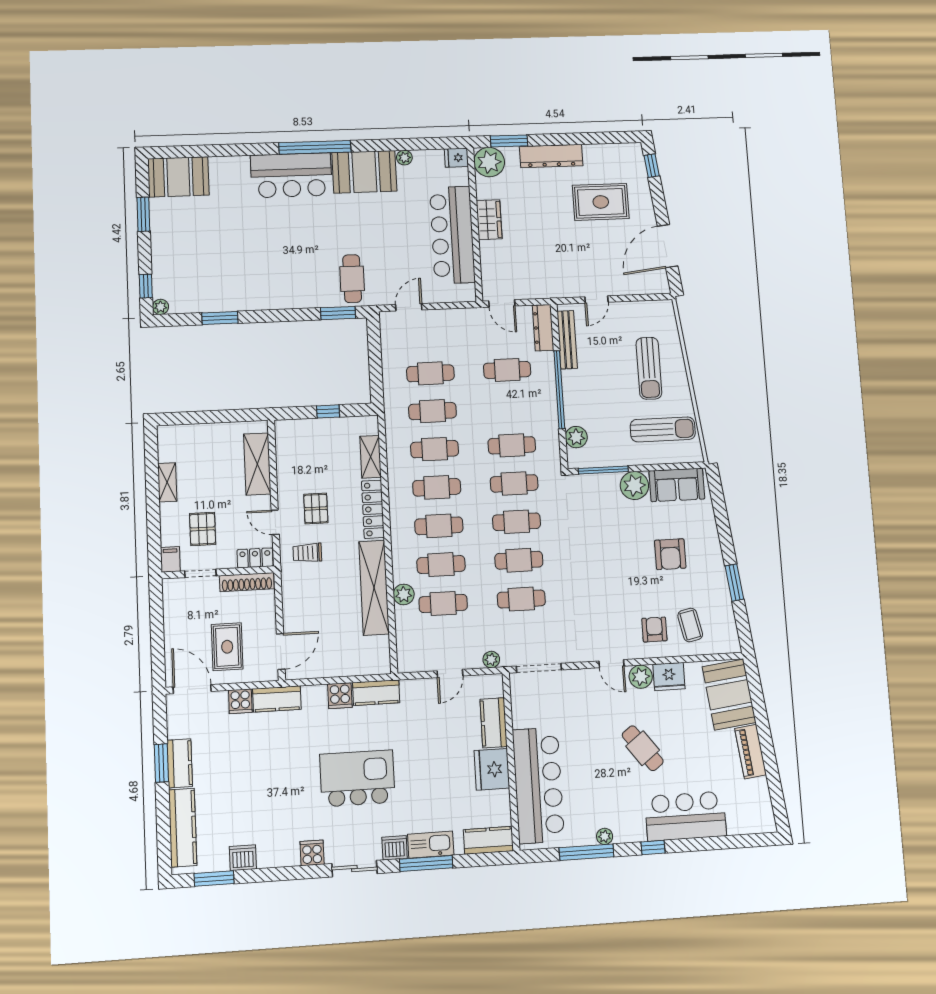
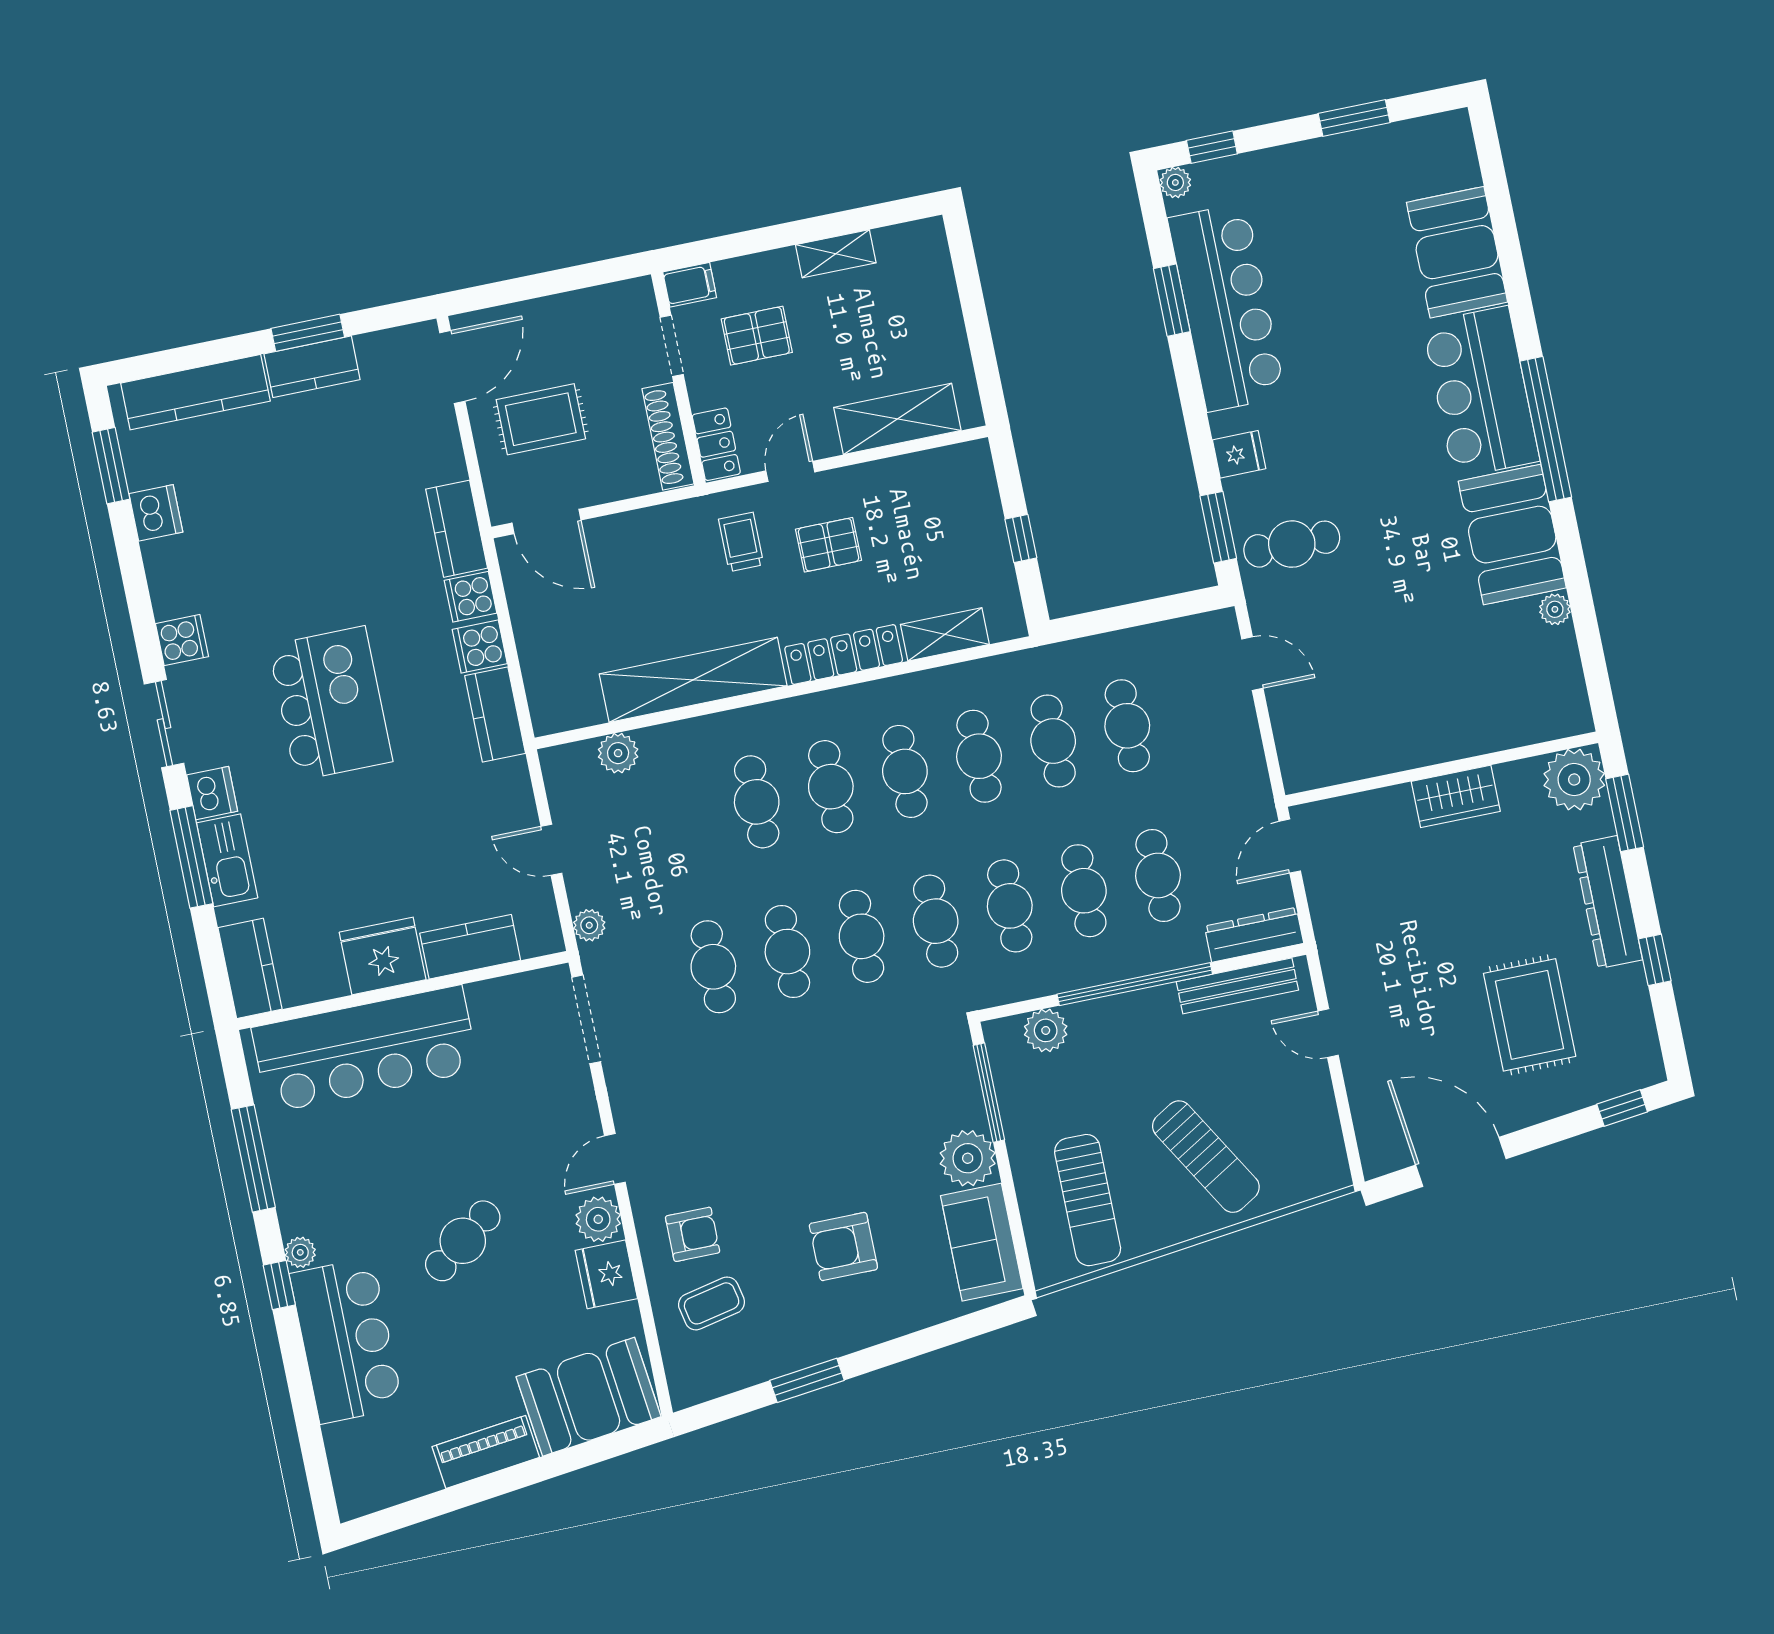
window: (582, 139) -> (1655, 960), added
fridge: (456, 158) -> (1239, 454), moved, turned 90
booth: (178, 177) -> (1457, 252), moved
bar counter: (452, 235) -> (1227, 307), moved, turned 90
sun lounger: (649, 368) -> (1206, 1157), turned -121
plant: (404, 594) -> (618, 753), moved
cafe table: (443, 603) -> (1084, 891), moved
cooker: (240, 701) -> (471, 597), moved
plant: (605, 836) -> (300, 1252), moved

